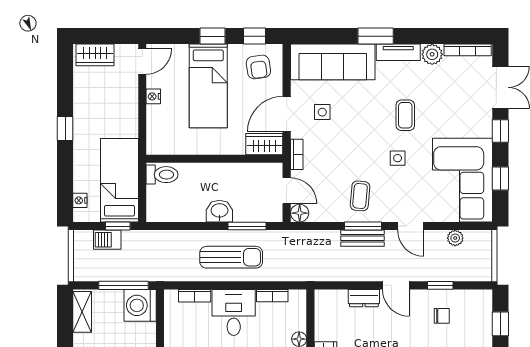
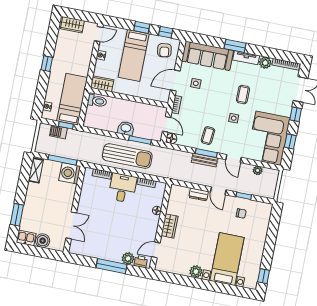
wardrobe: (264, 144) -> (102, 84), moved
sun lounger: (231, 257) -> (127, 156), width x1.36, depth x1.34
window: (500, 324) -> (274, 225), removed

